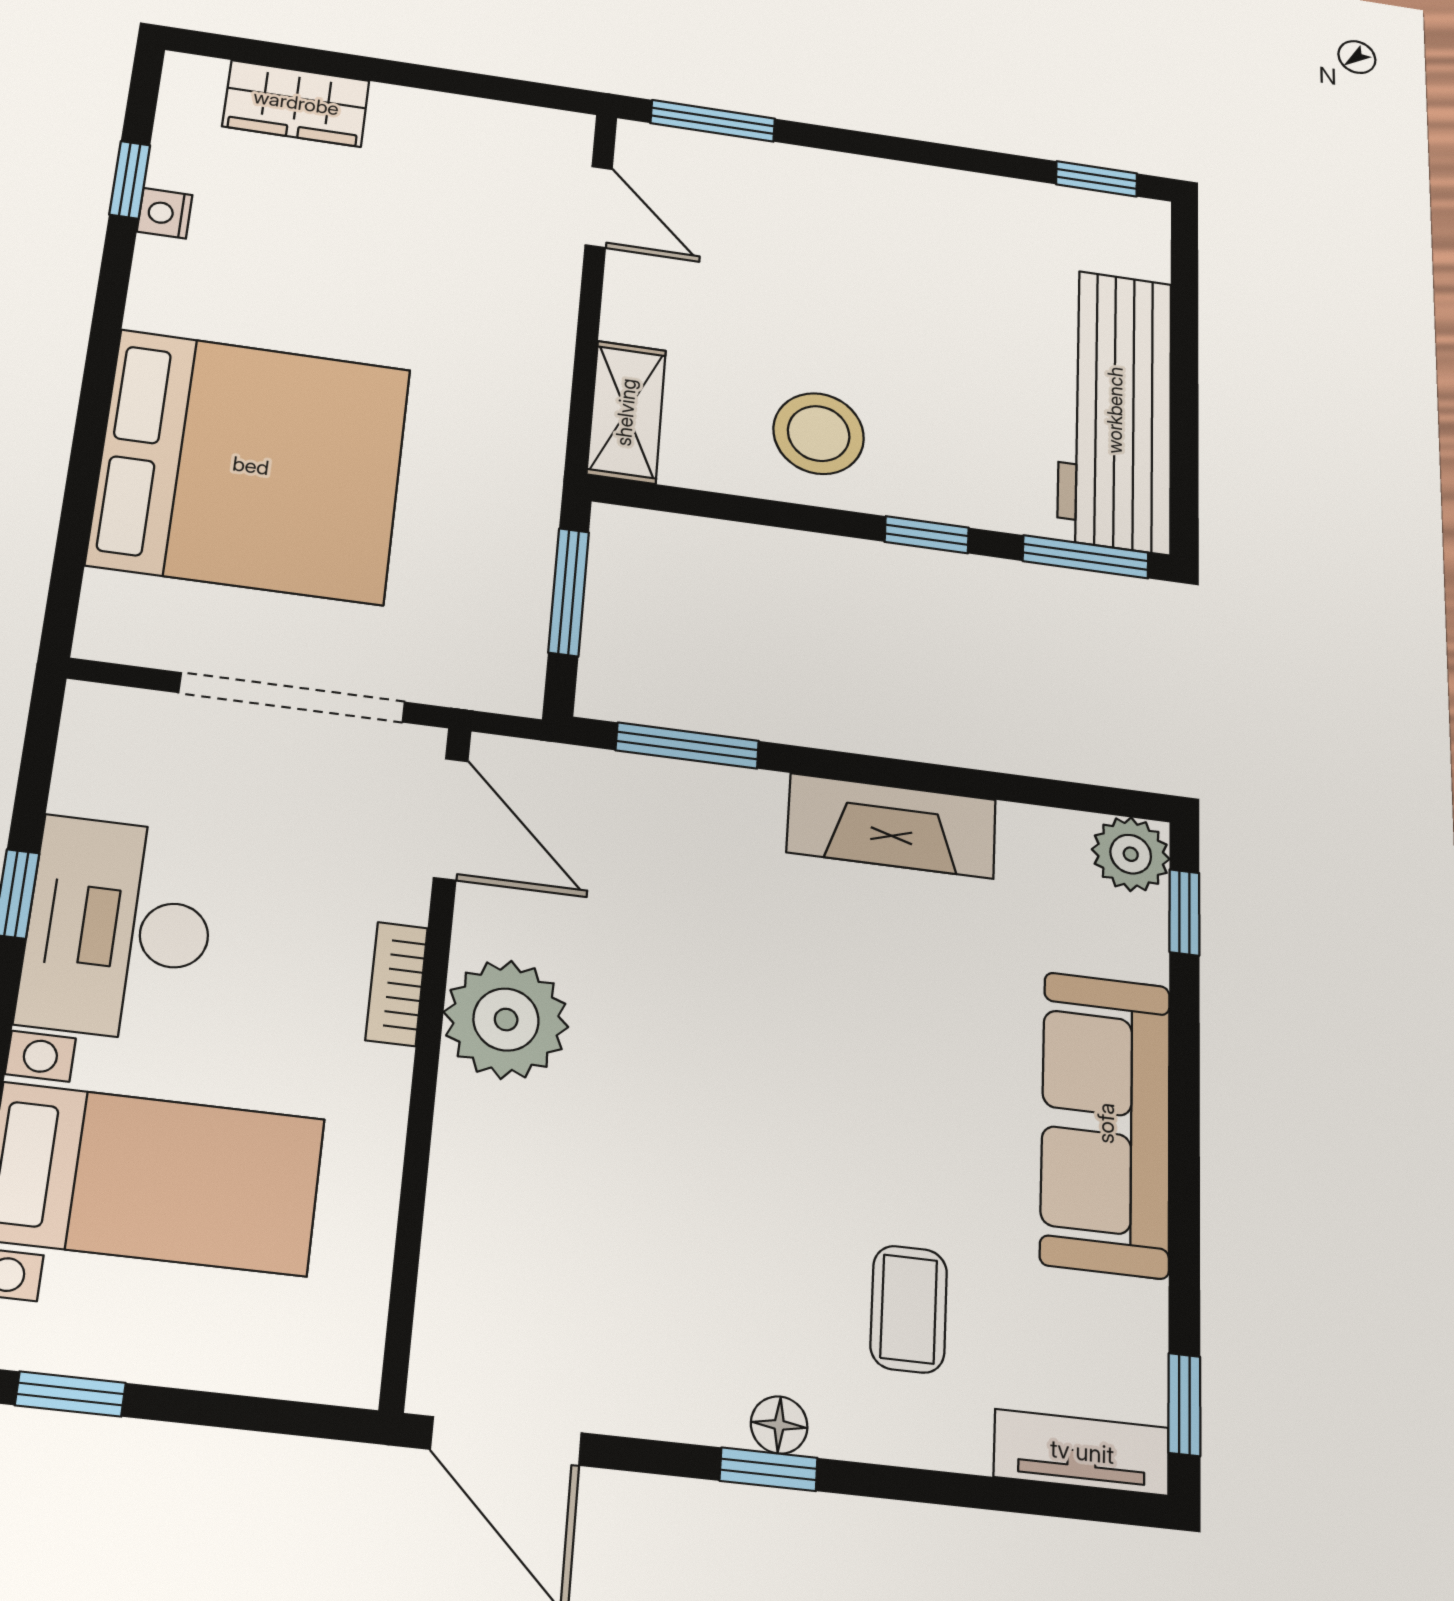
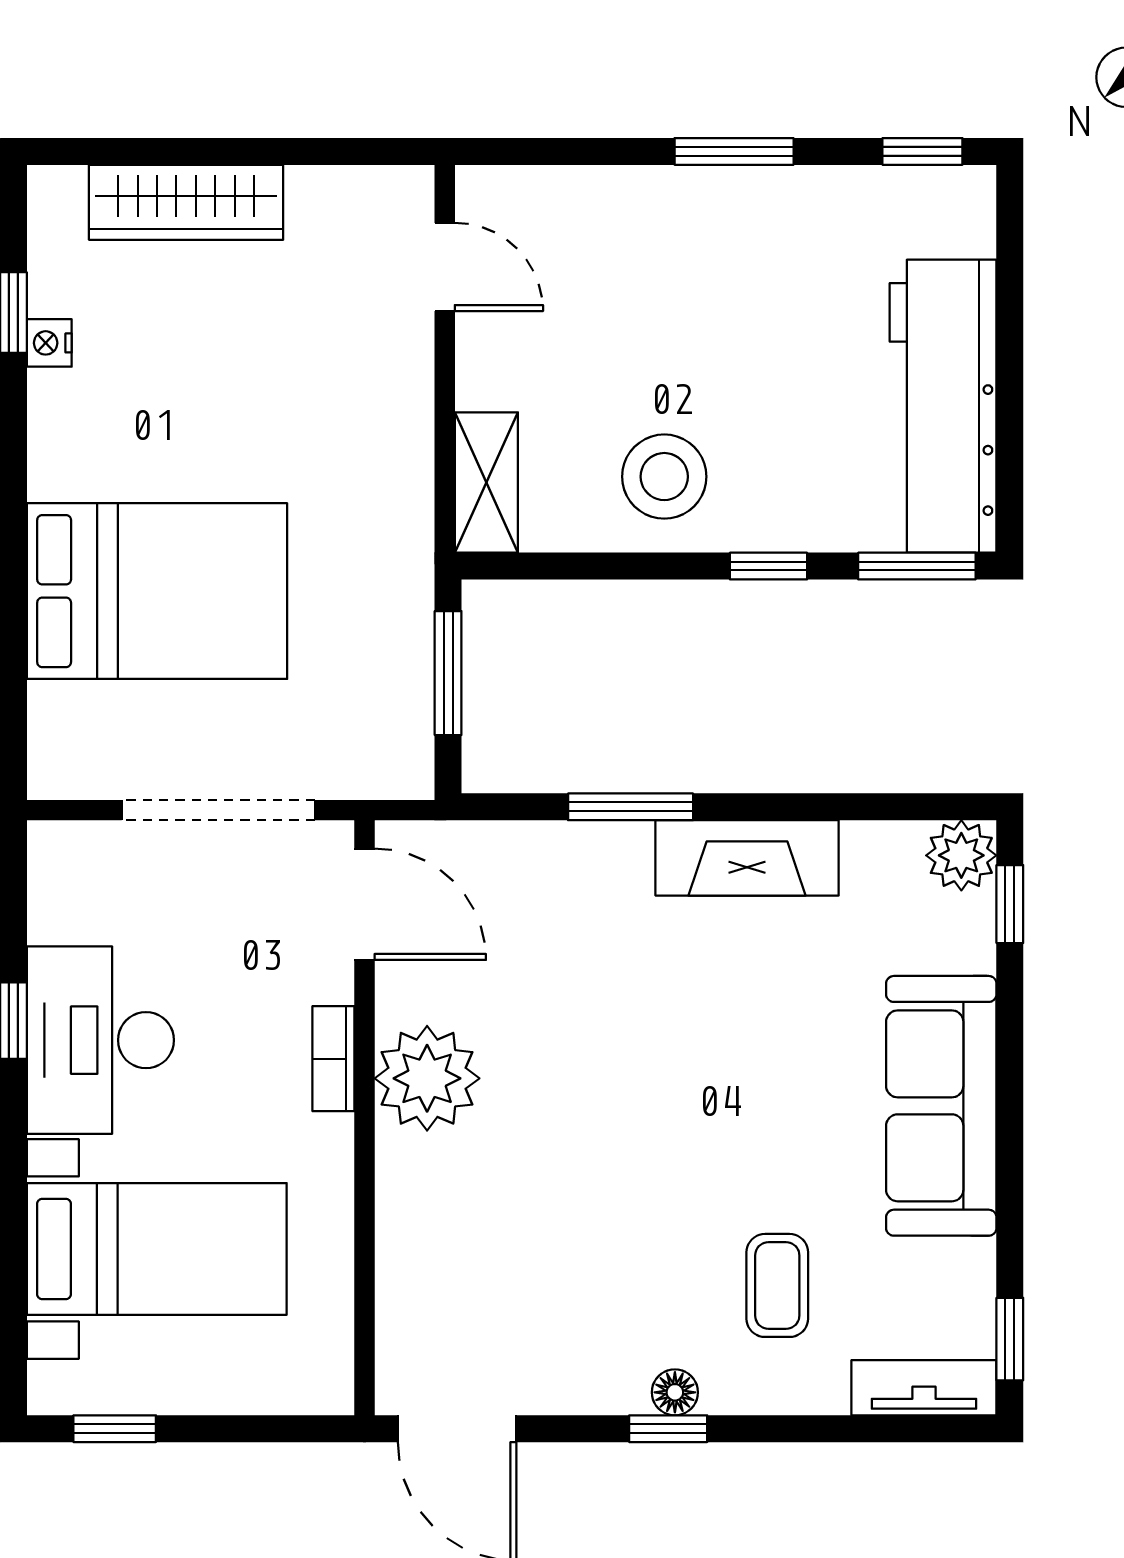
wardrobe: (296, 103) -> (186, 202), width x1.50
window: (713, 121) -> (734, 151), moved
bed: (251, 466) -> (157, 591), width x0.73
window: (687, 746) -> (631, 807), moved

